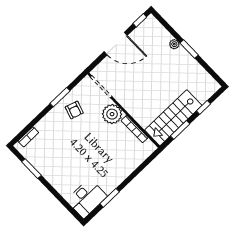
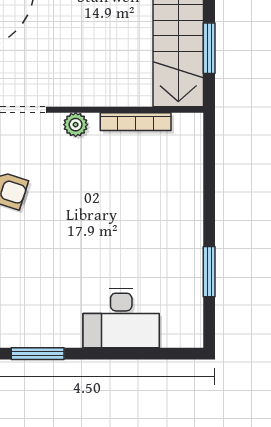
plant: (112, 114) -> (76, 125), width x0.53, depth x0.53
desk: (87, 198) -> (121, 318), moved, turned 90

